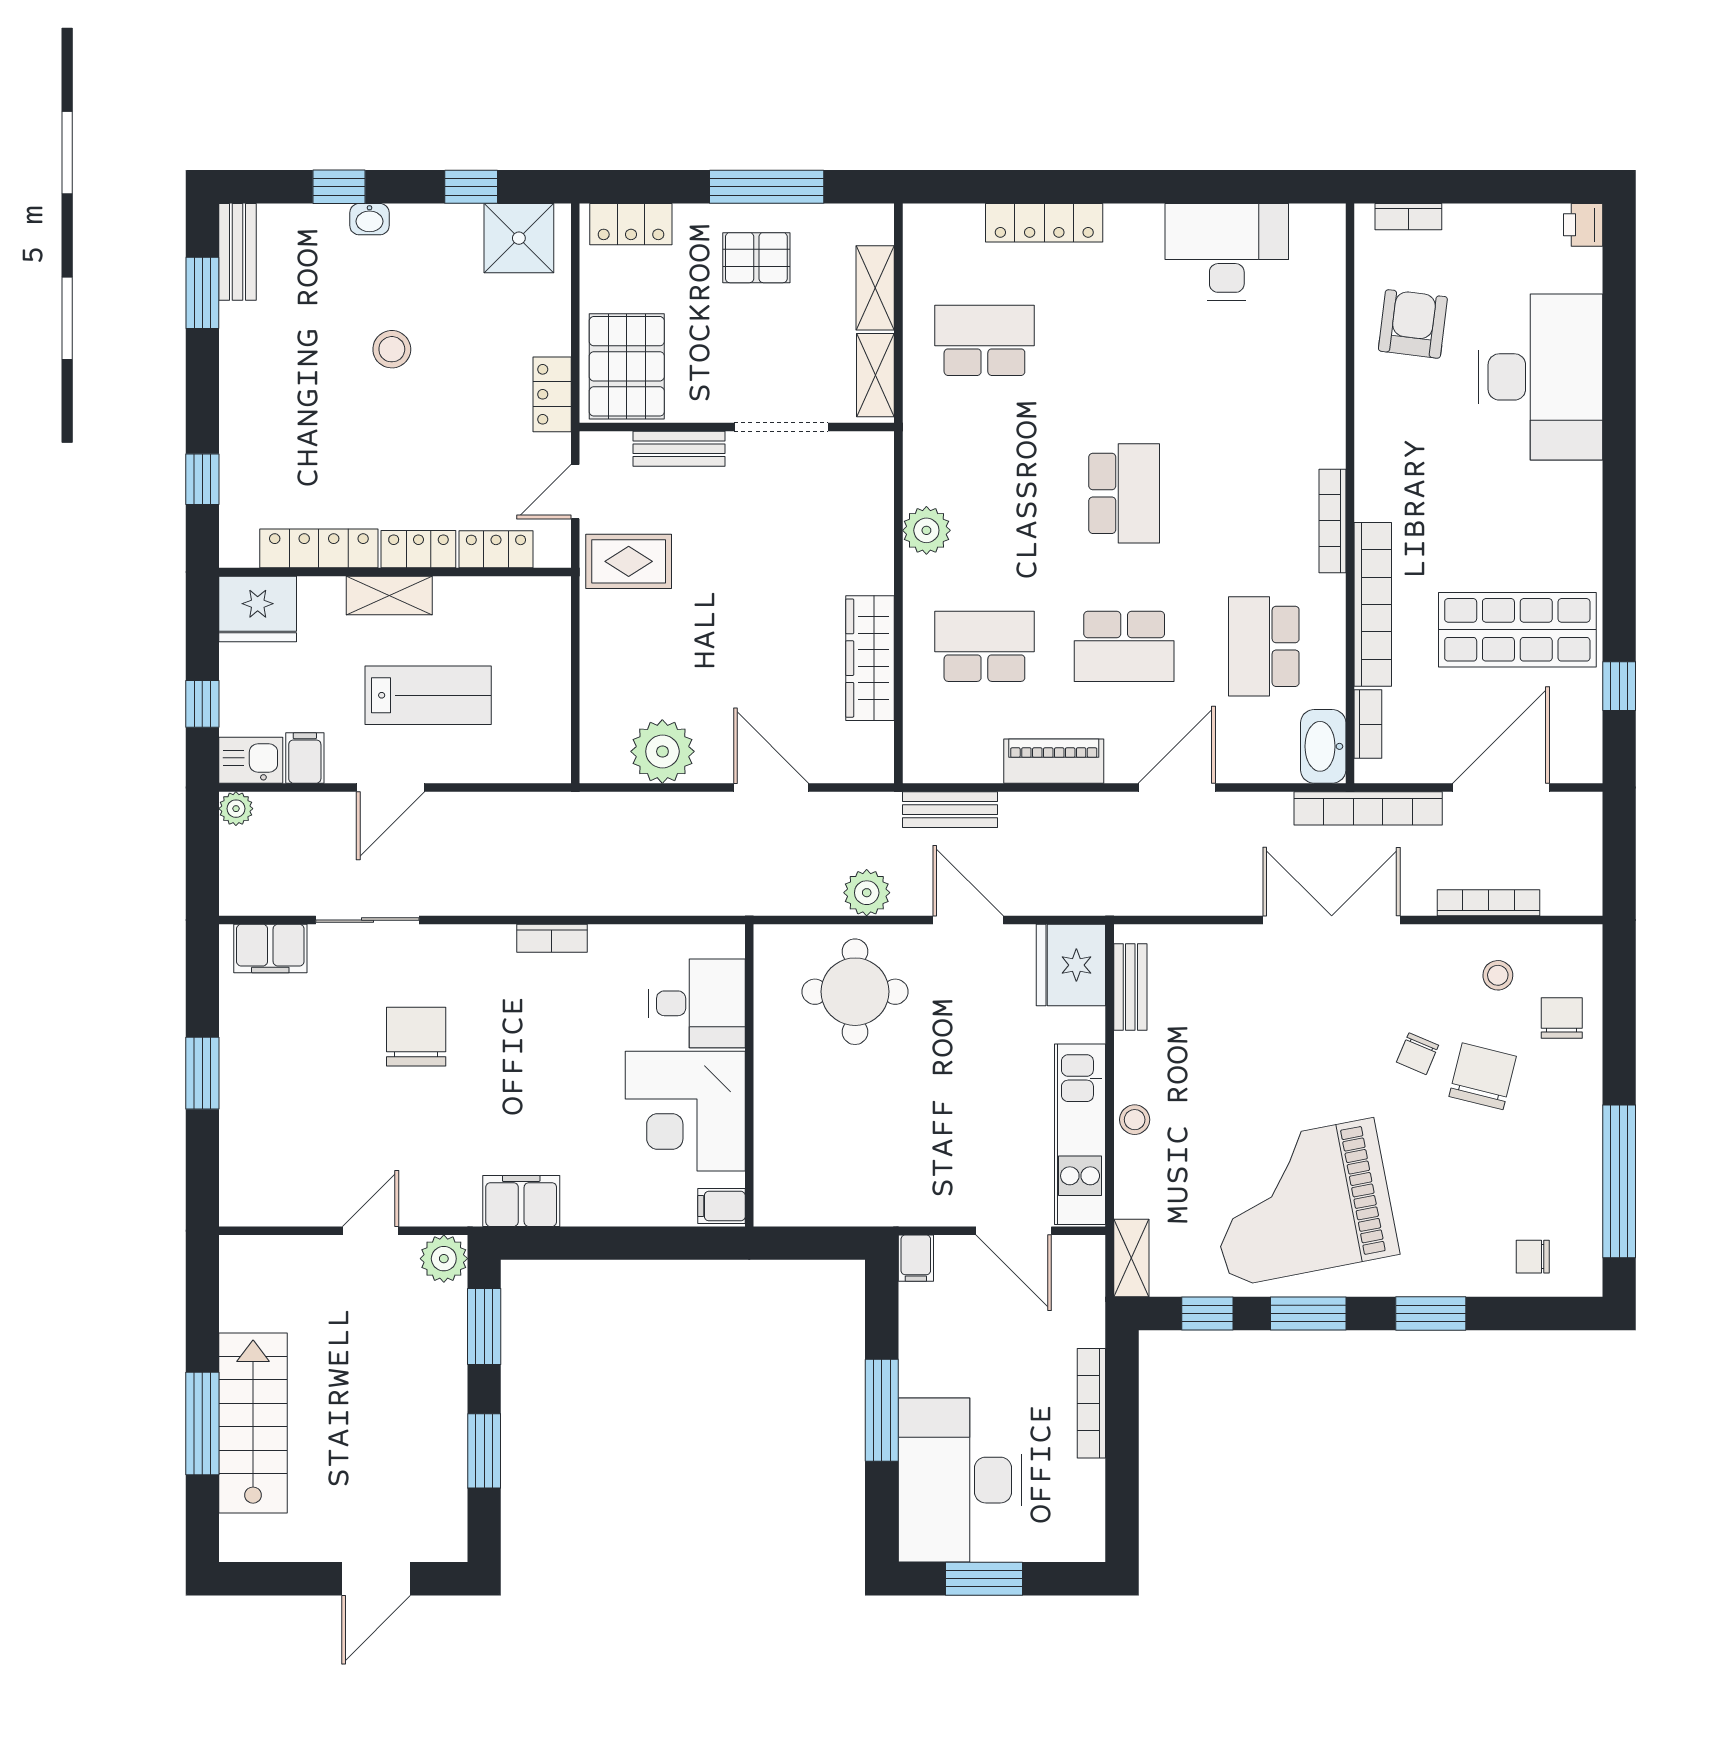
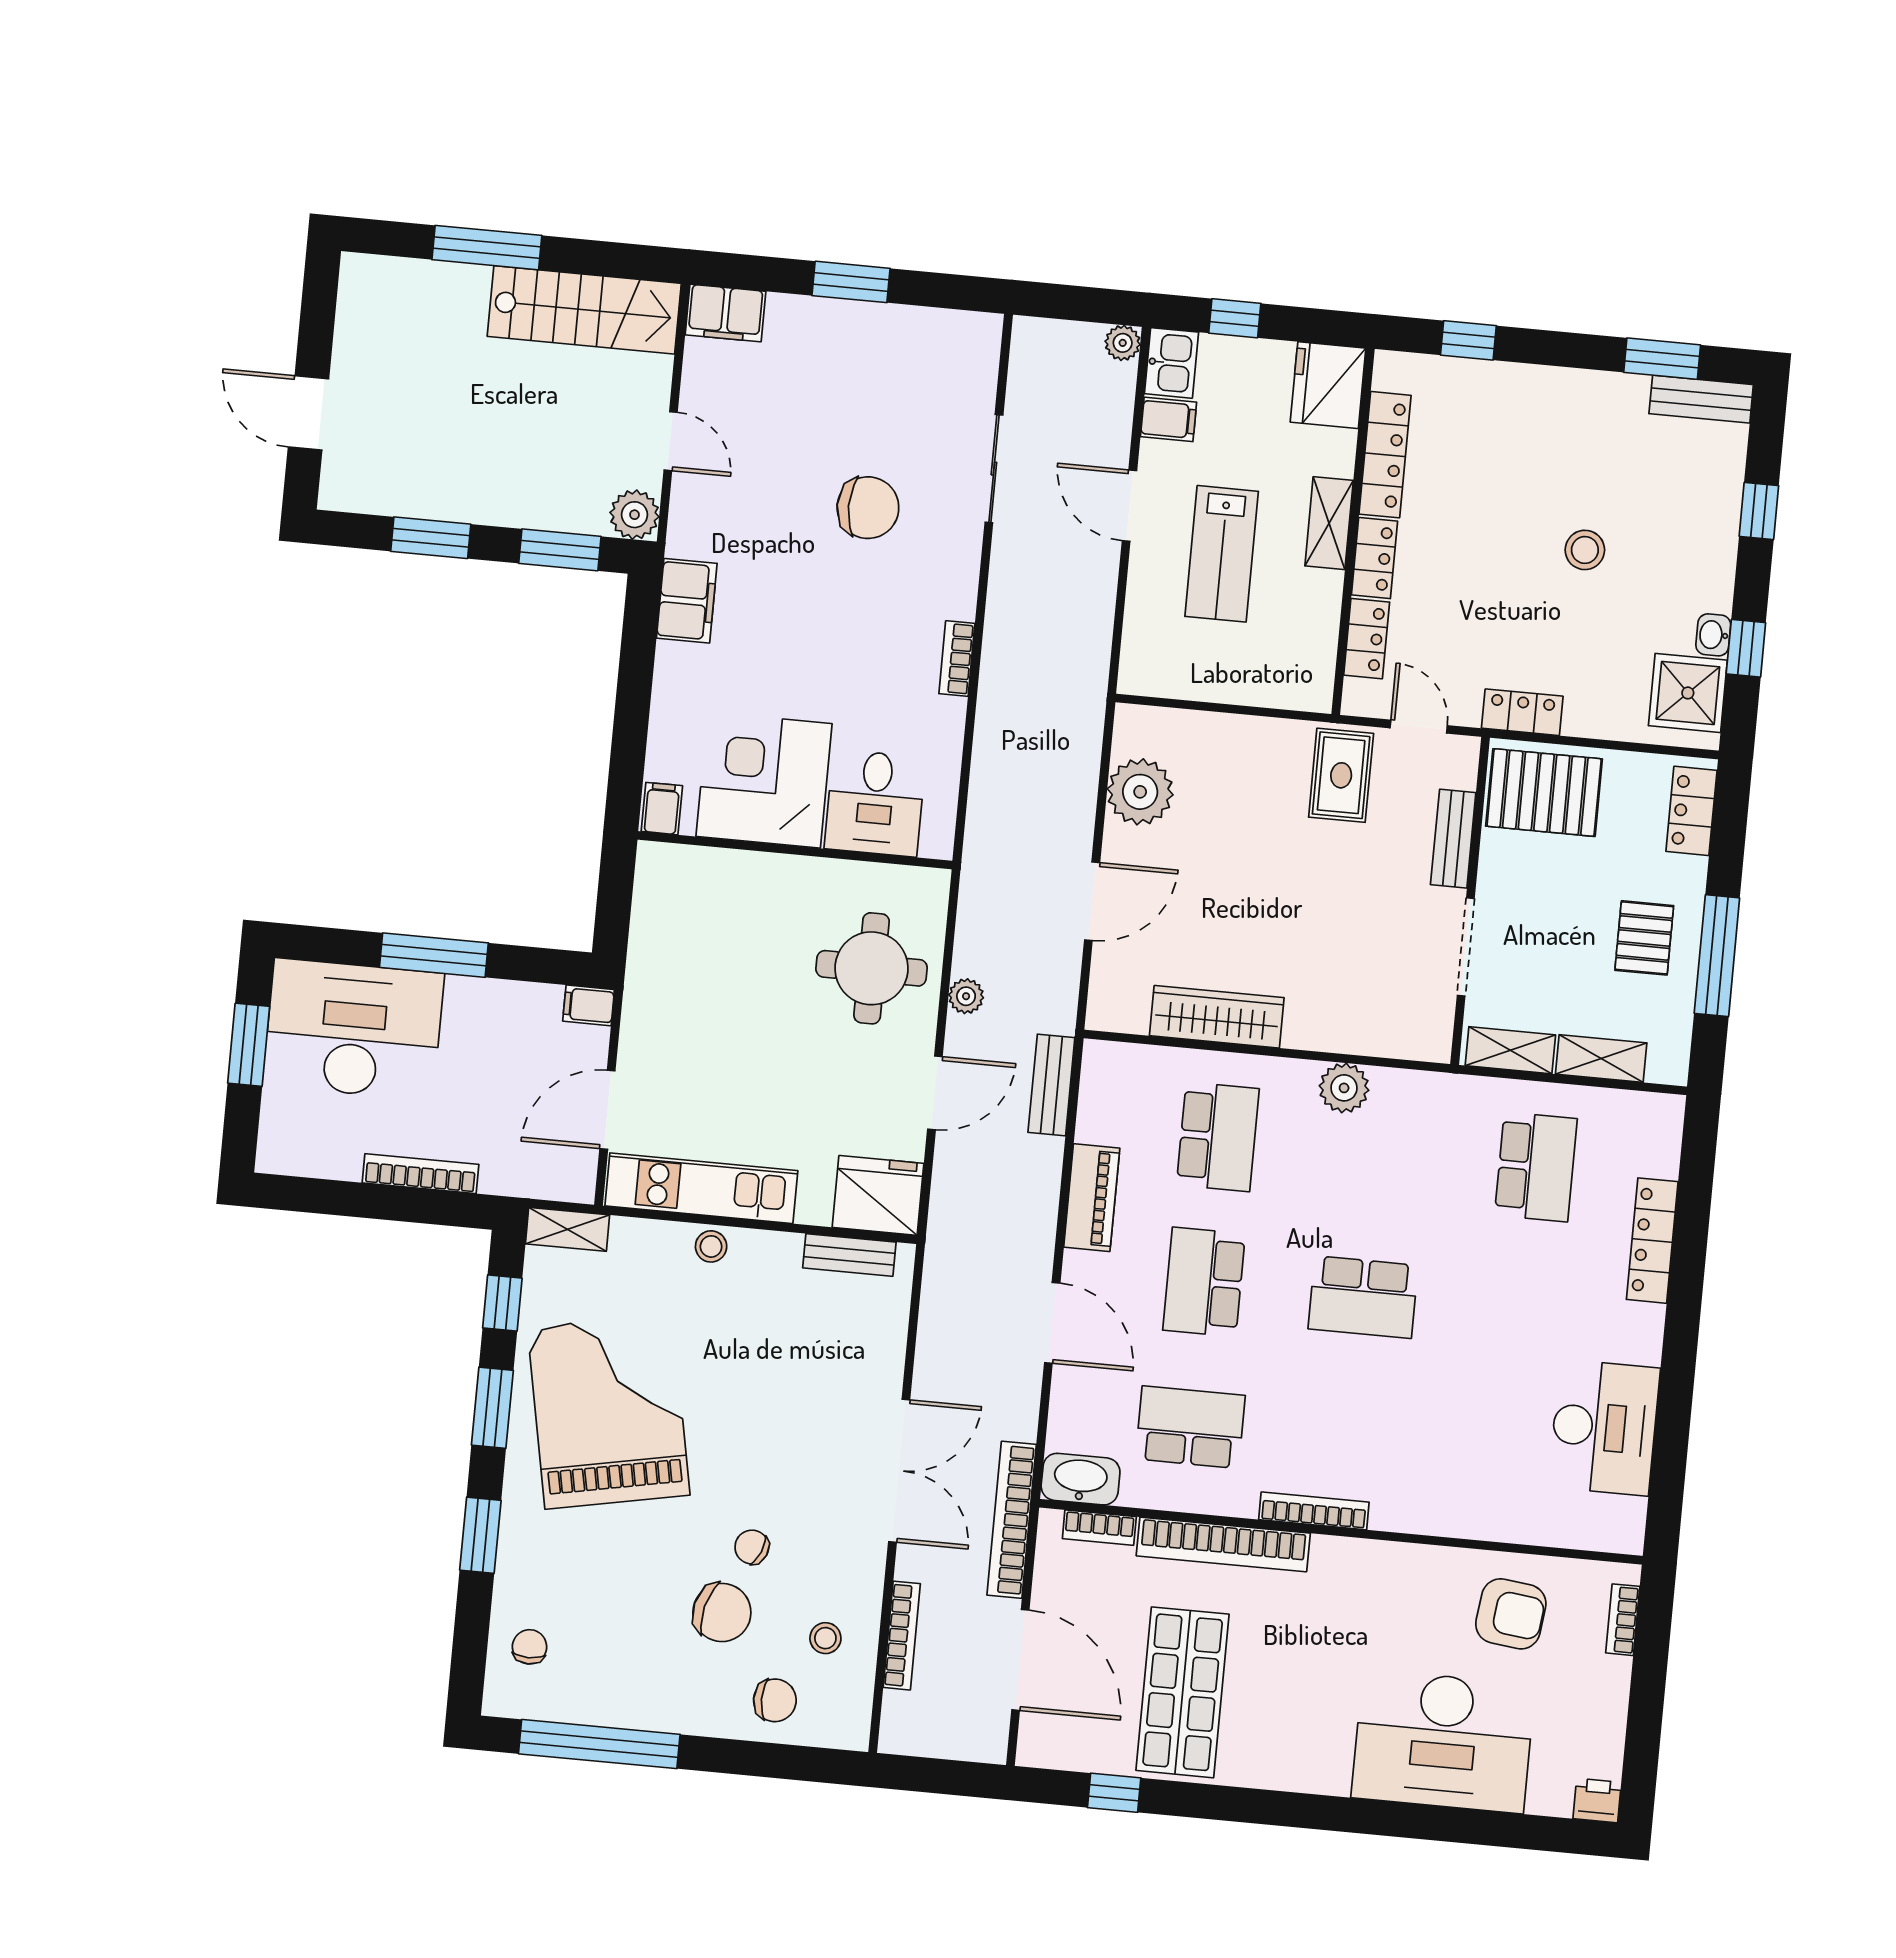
washbasin: (369, 219) -> (1713, 635), moved
plant: (867, 893) -> (966, 996), width x0.73, depth x0.73
filing cabinet: (270, 949) -> (725, 313), moved, turned -90
stairs: (253, 1423) -> (584, 310), moved

